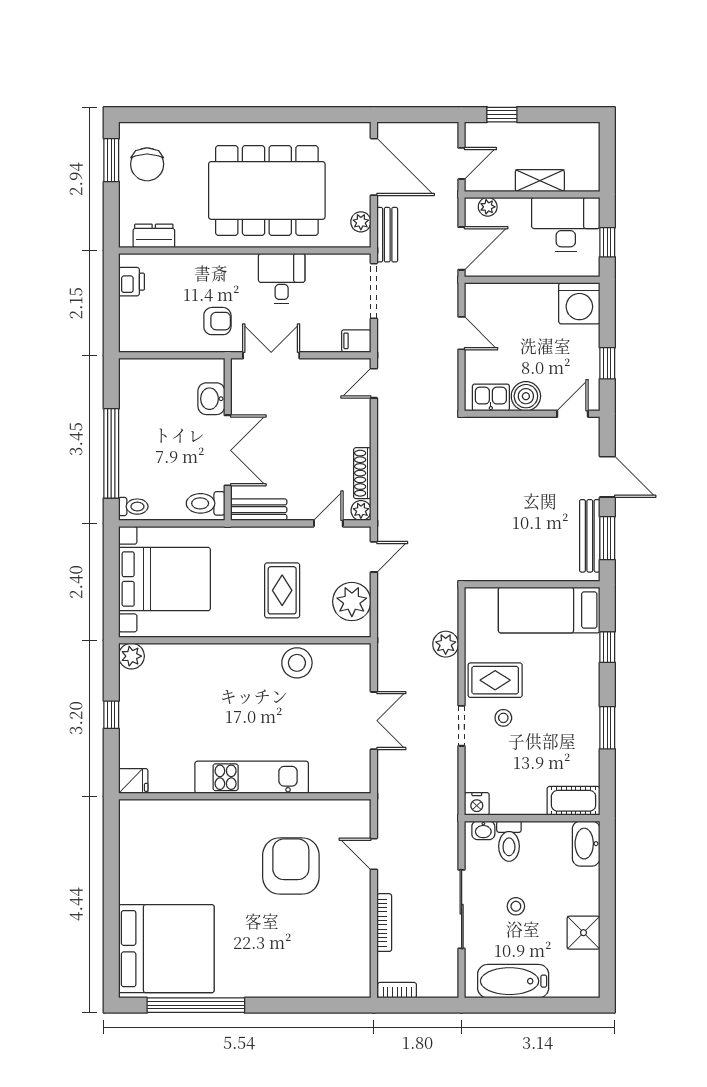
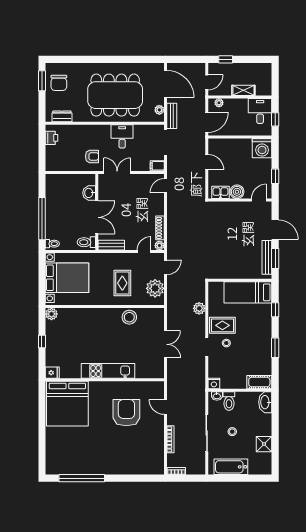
desk: (566, 224) -> (260, 111), width x0.73
bed: (166, 949) -> (67, 404), moved, turned 90

